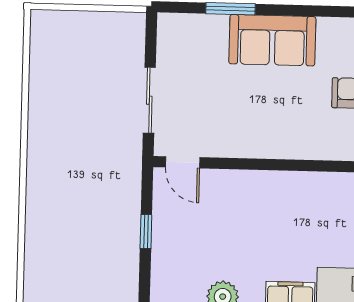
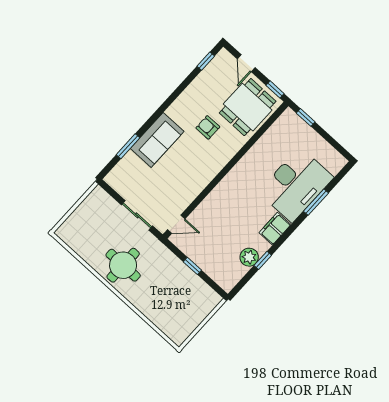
round table: (67, 139) -> (123, 265), added

